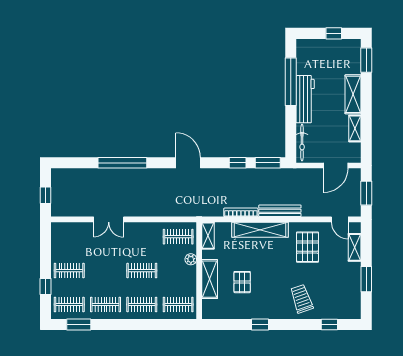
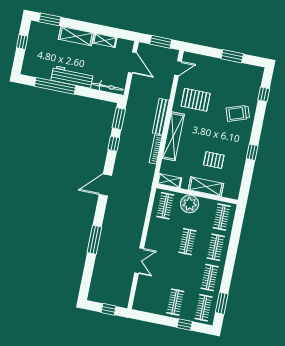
window: (122, 163) -> (94, 240), width x0.68
shelving: (355, 247) -> (204, 61), removed
plant: (191, 259) -> (190, 204), width x1.88, depth x1.88

